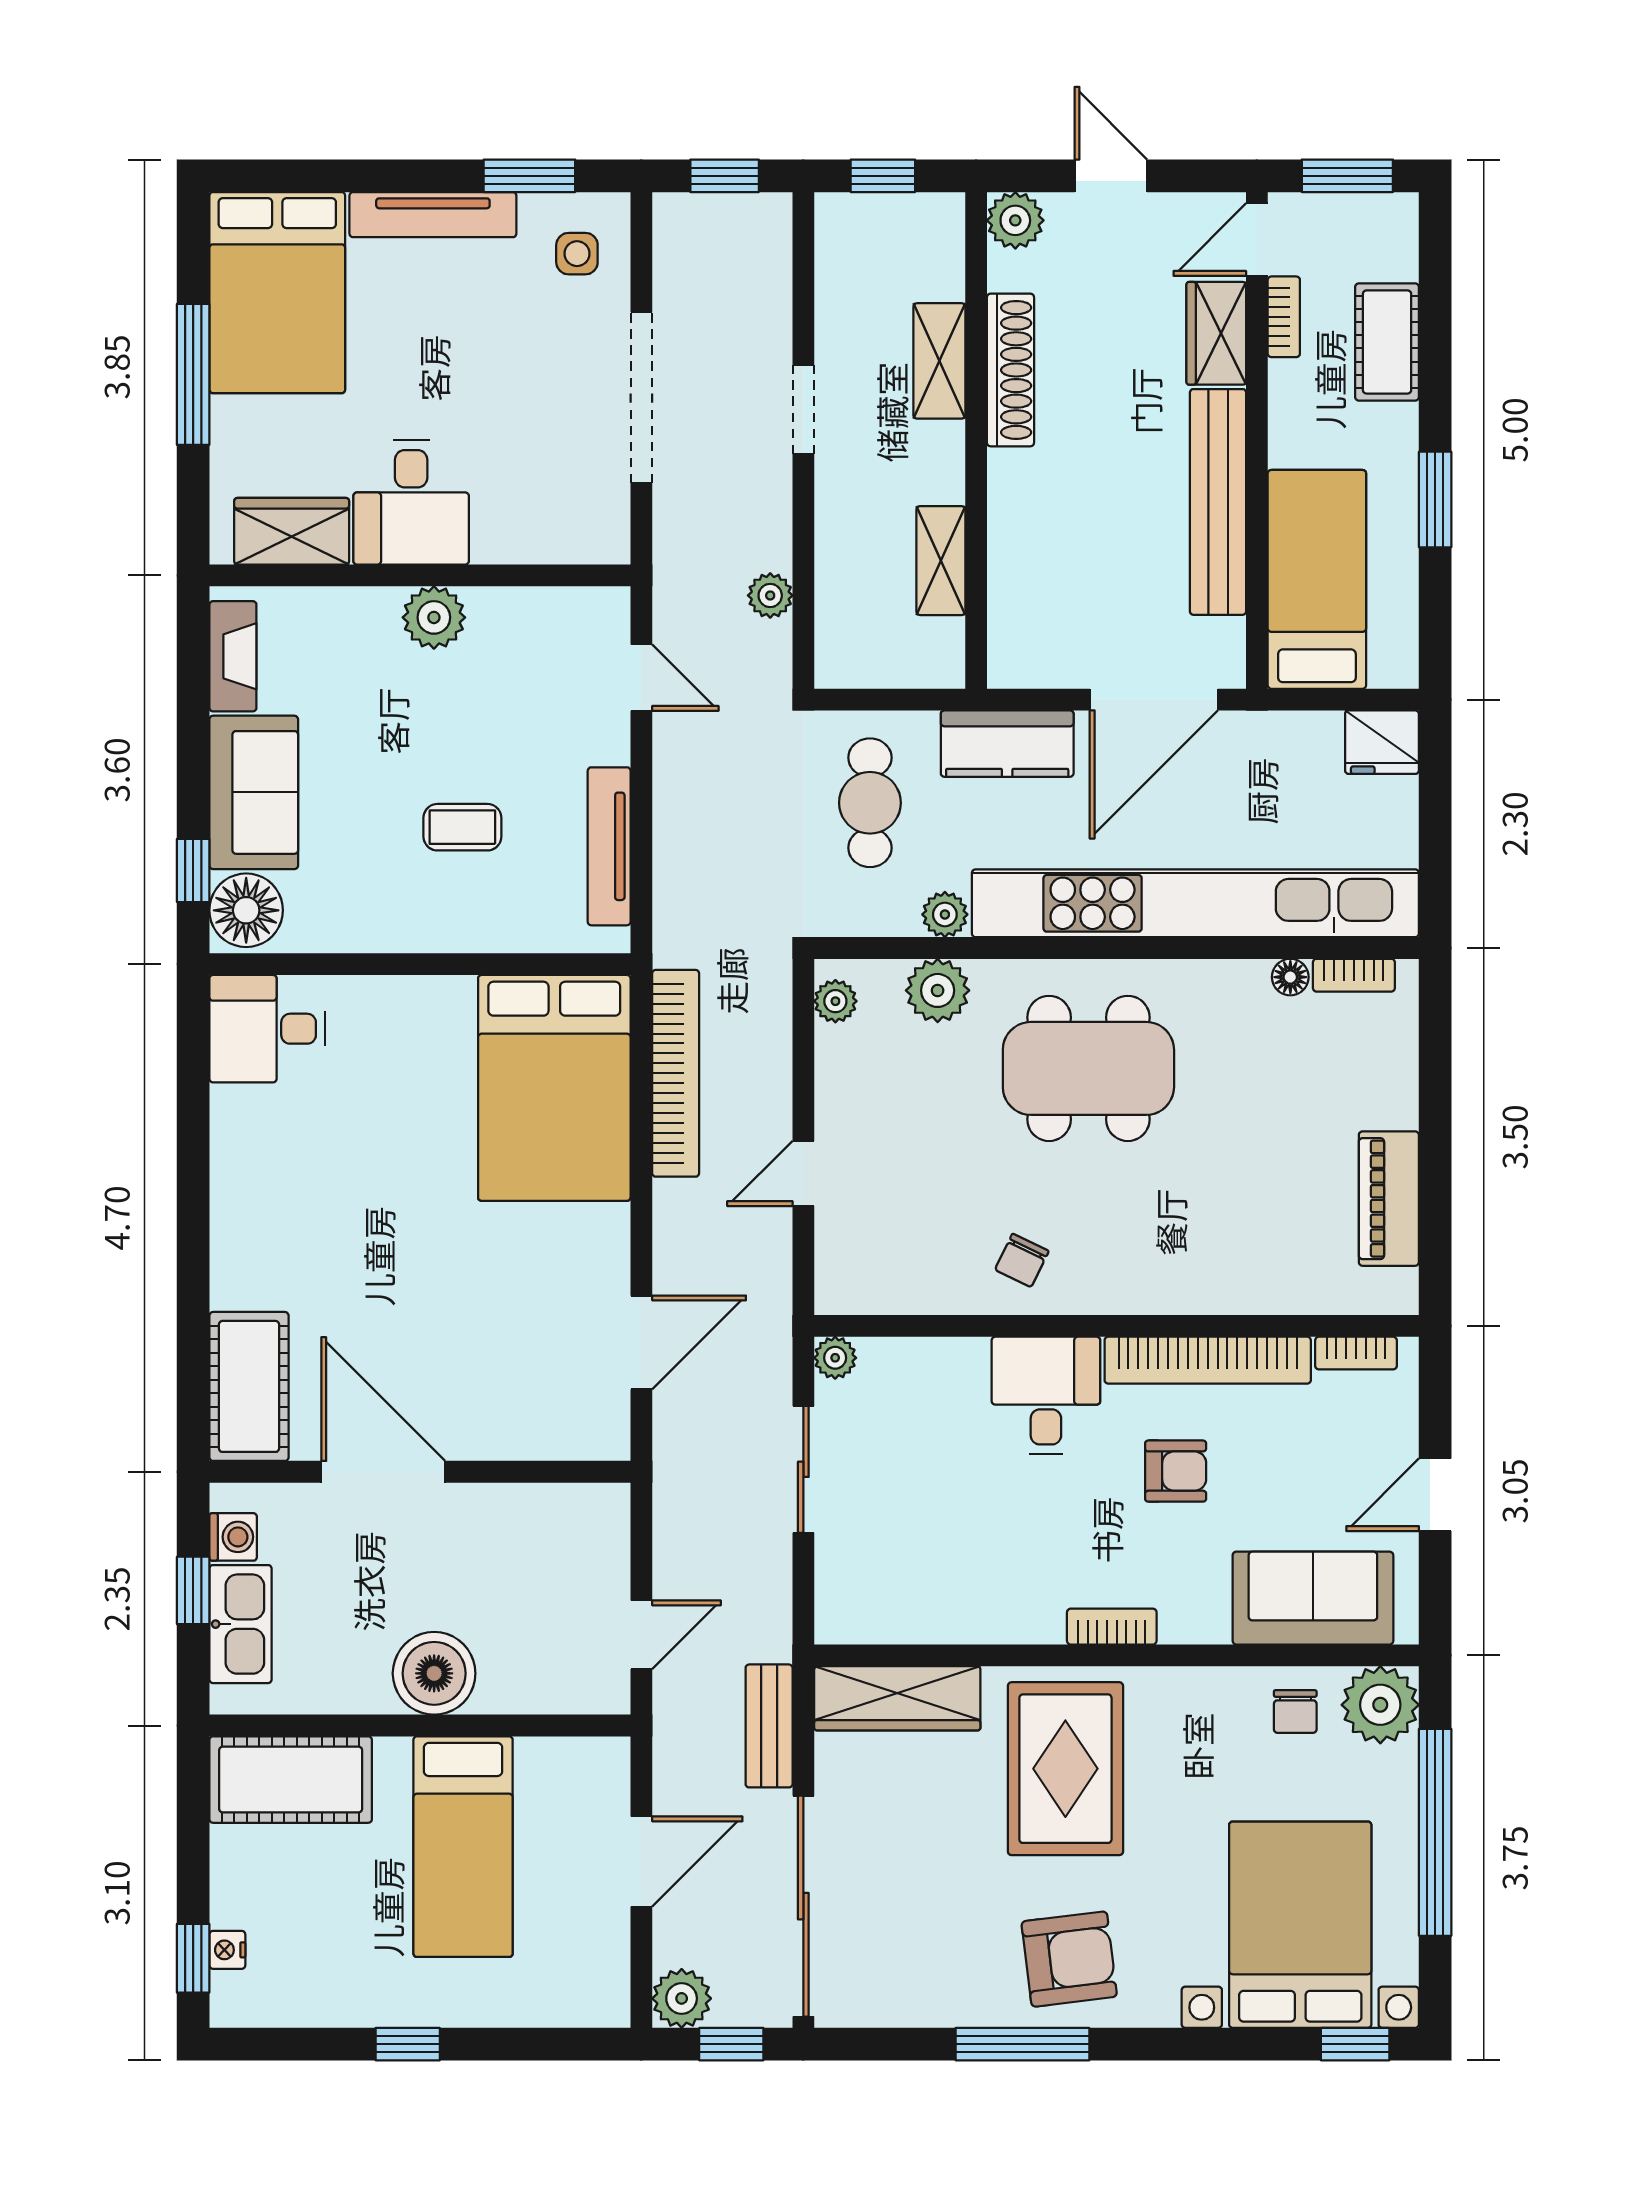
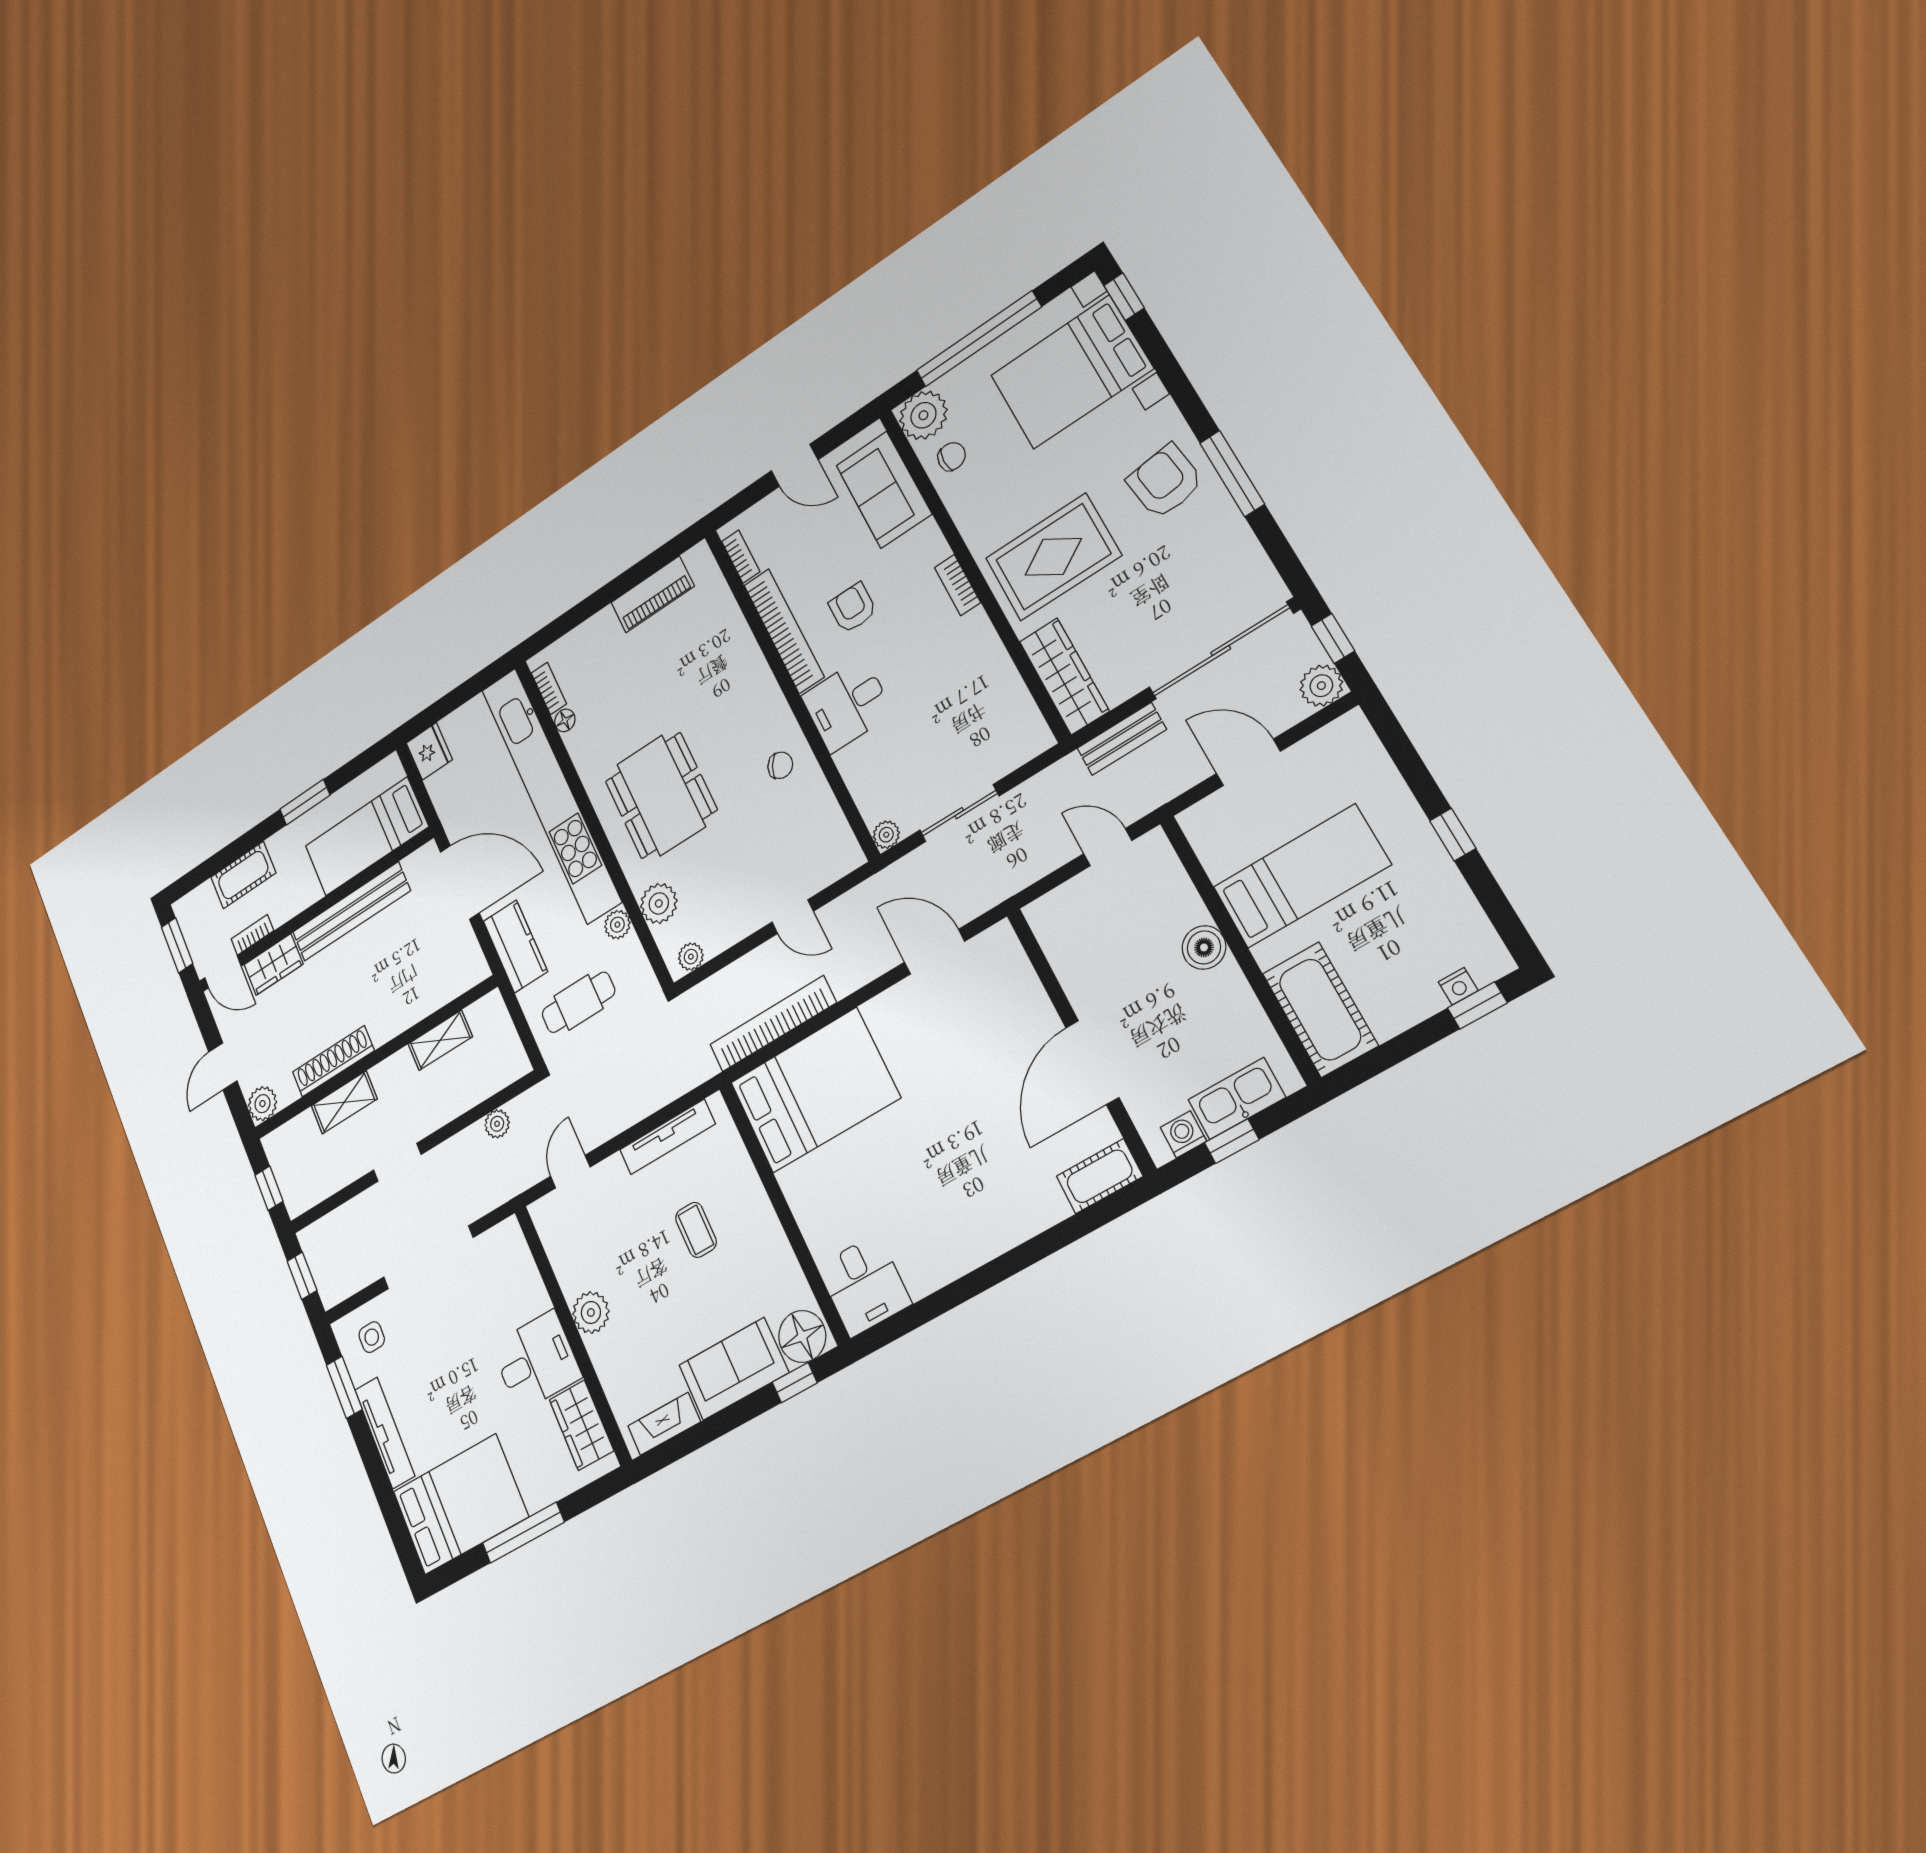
cot: (249, 1386) -> (1100, 1176), width x0.73, depth x0.75
boiler: (434, 1673) -> (1204, 947), width x0.73, depth x0.73

